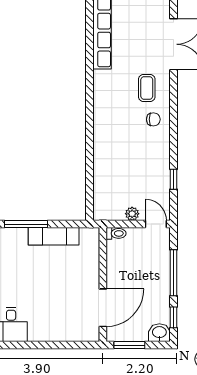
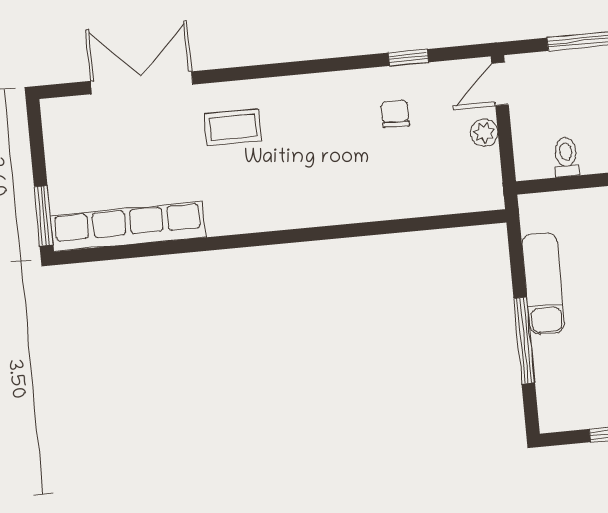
chair: (153, 119) -> (395, 114), moved
toilet: (116, 233) -> (566, 157), moved

